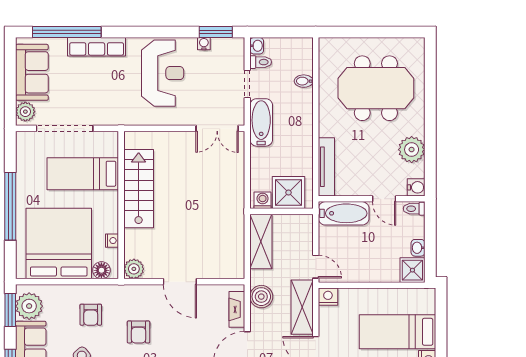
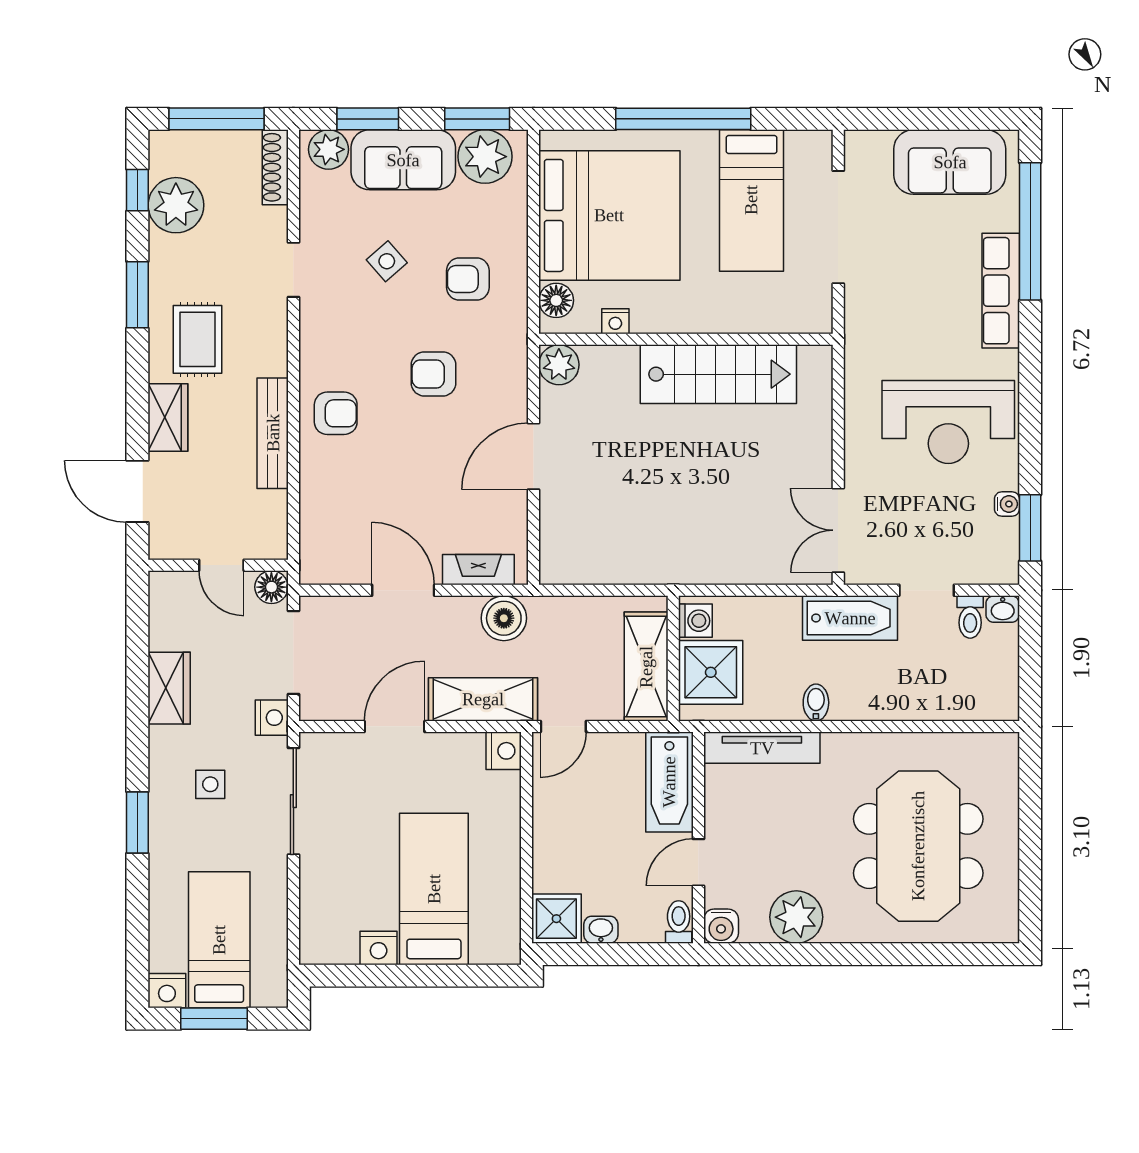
bidet: (304, 81) -> (816, 703), moved
plant: (25, 112) -> (872, 149), removed
bed: (83, 174) -> (751, 200), moved, turned 180
shelving: (261, 241) -> (646, 667), moved, turned 90

